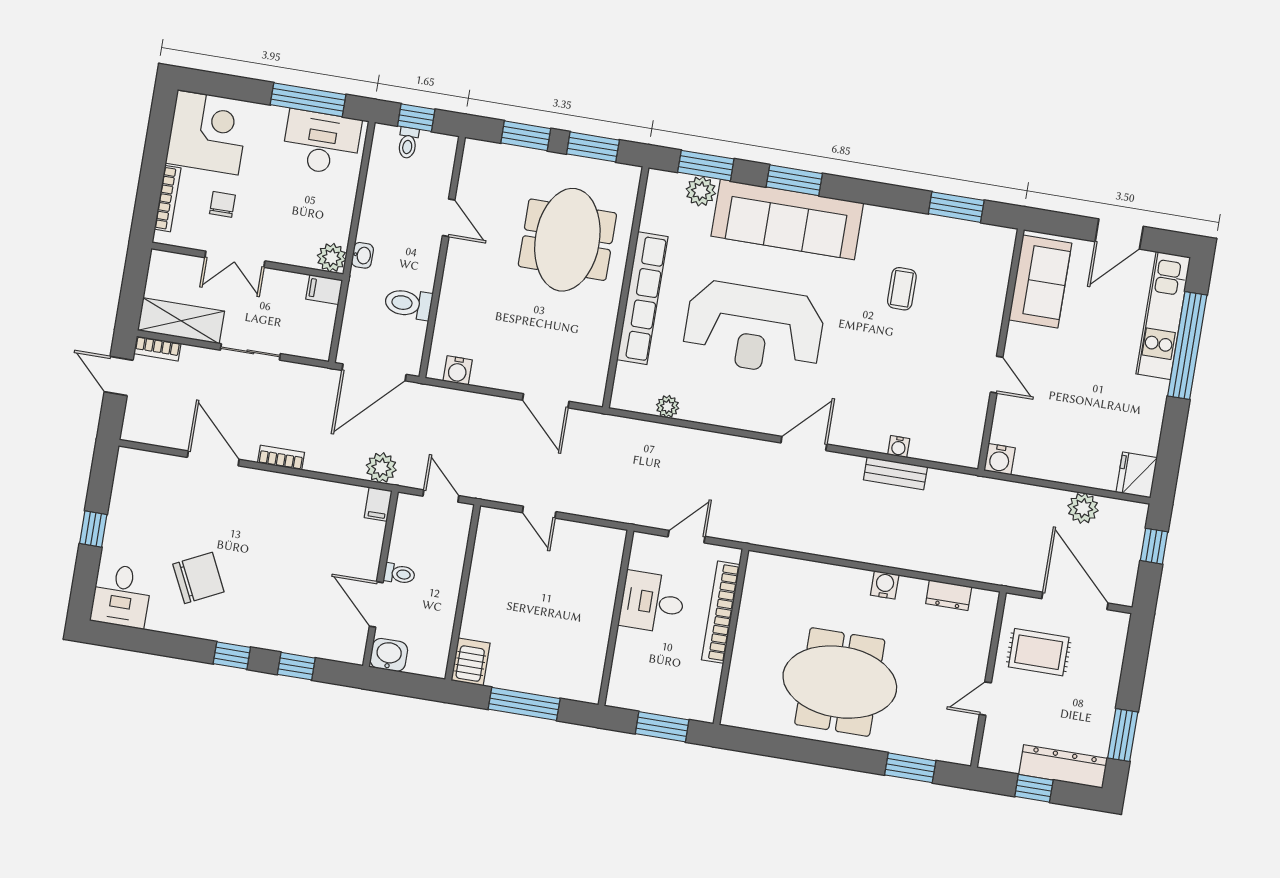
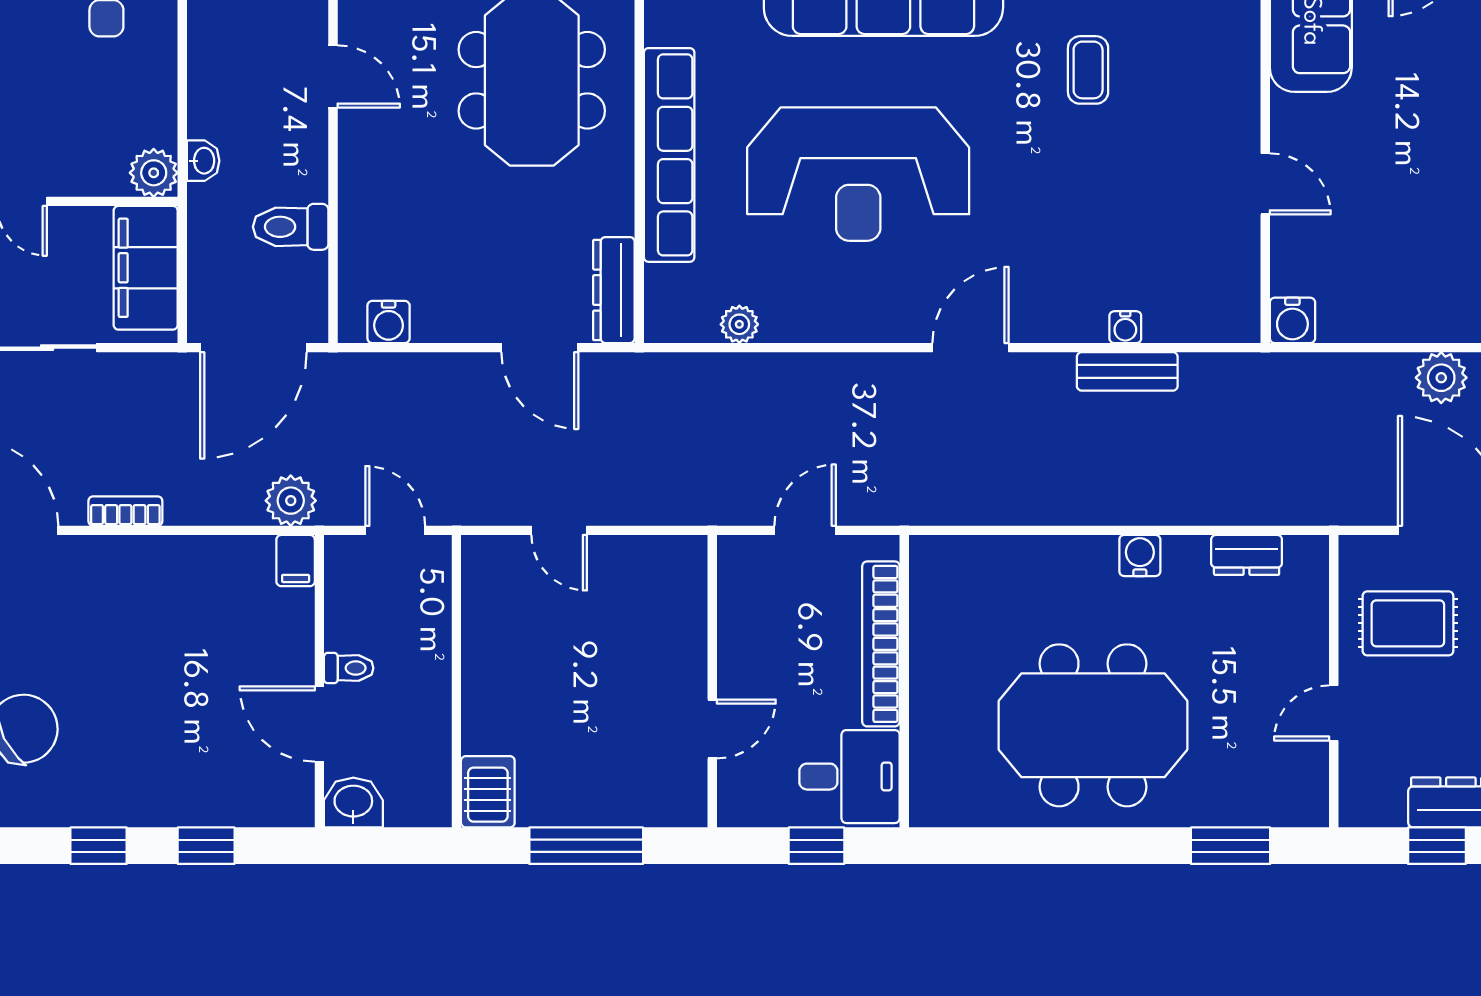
filing cabinet: (324, 290) -> (146, 268), width x3.00, depth x1.17
dresser: (596, 374) -> (614, 290), added
desk: (652, 602) -> (850, 777), moved, turned 180
door: (611, 646) -> (712, 729), added
window: (662, 727) -> (816, 846), width x0.67

